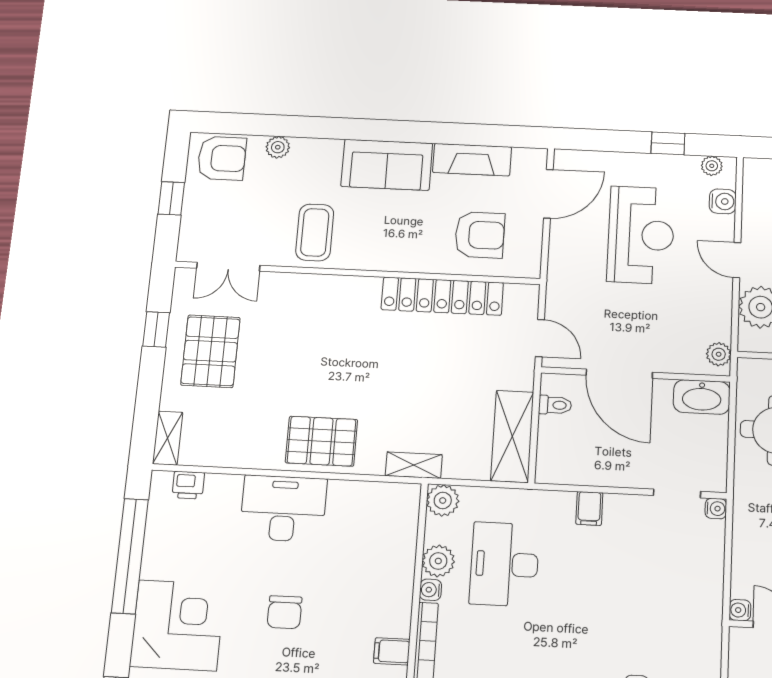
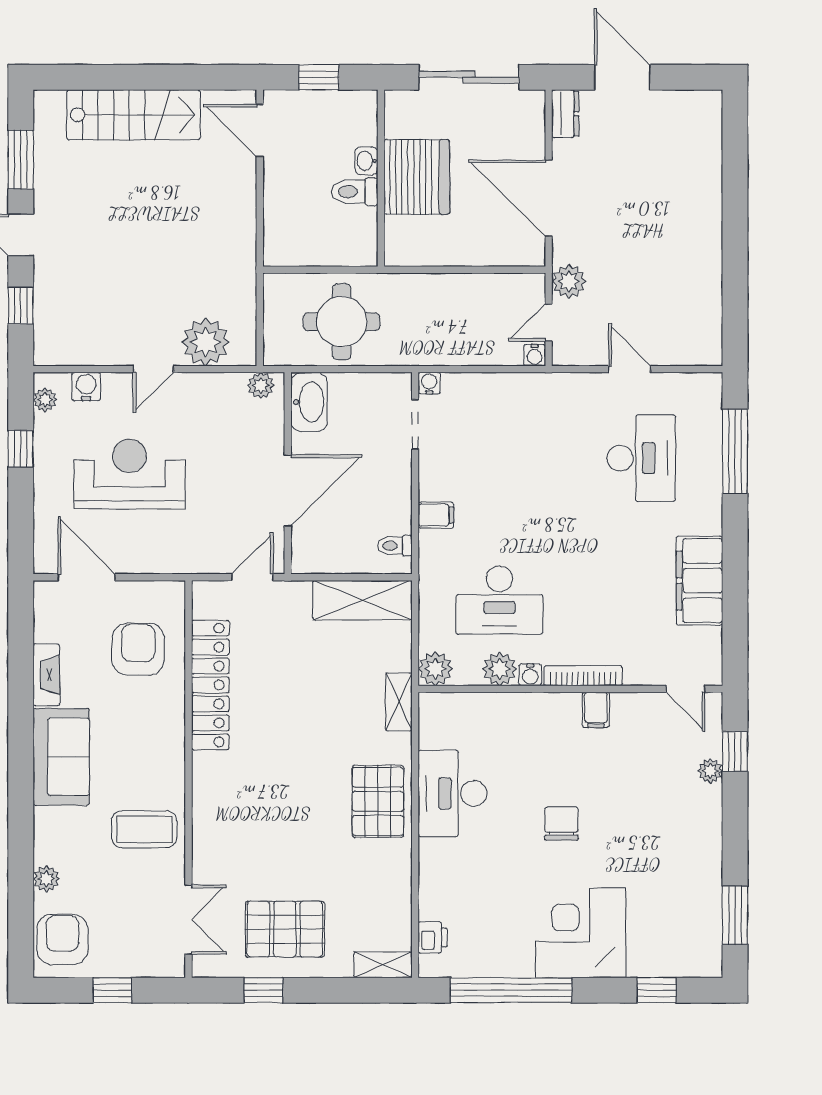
fireplace: (472, 160) -> (46, 675), width x0.73, depth x0.76
toilet: (555, 405) -> (395, 546), moved, turned -90
desk: (283, 508) -> (452, 793), moved
chair: (285, 612) -> (561, 824), turned -90

